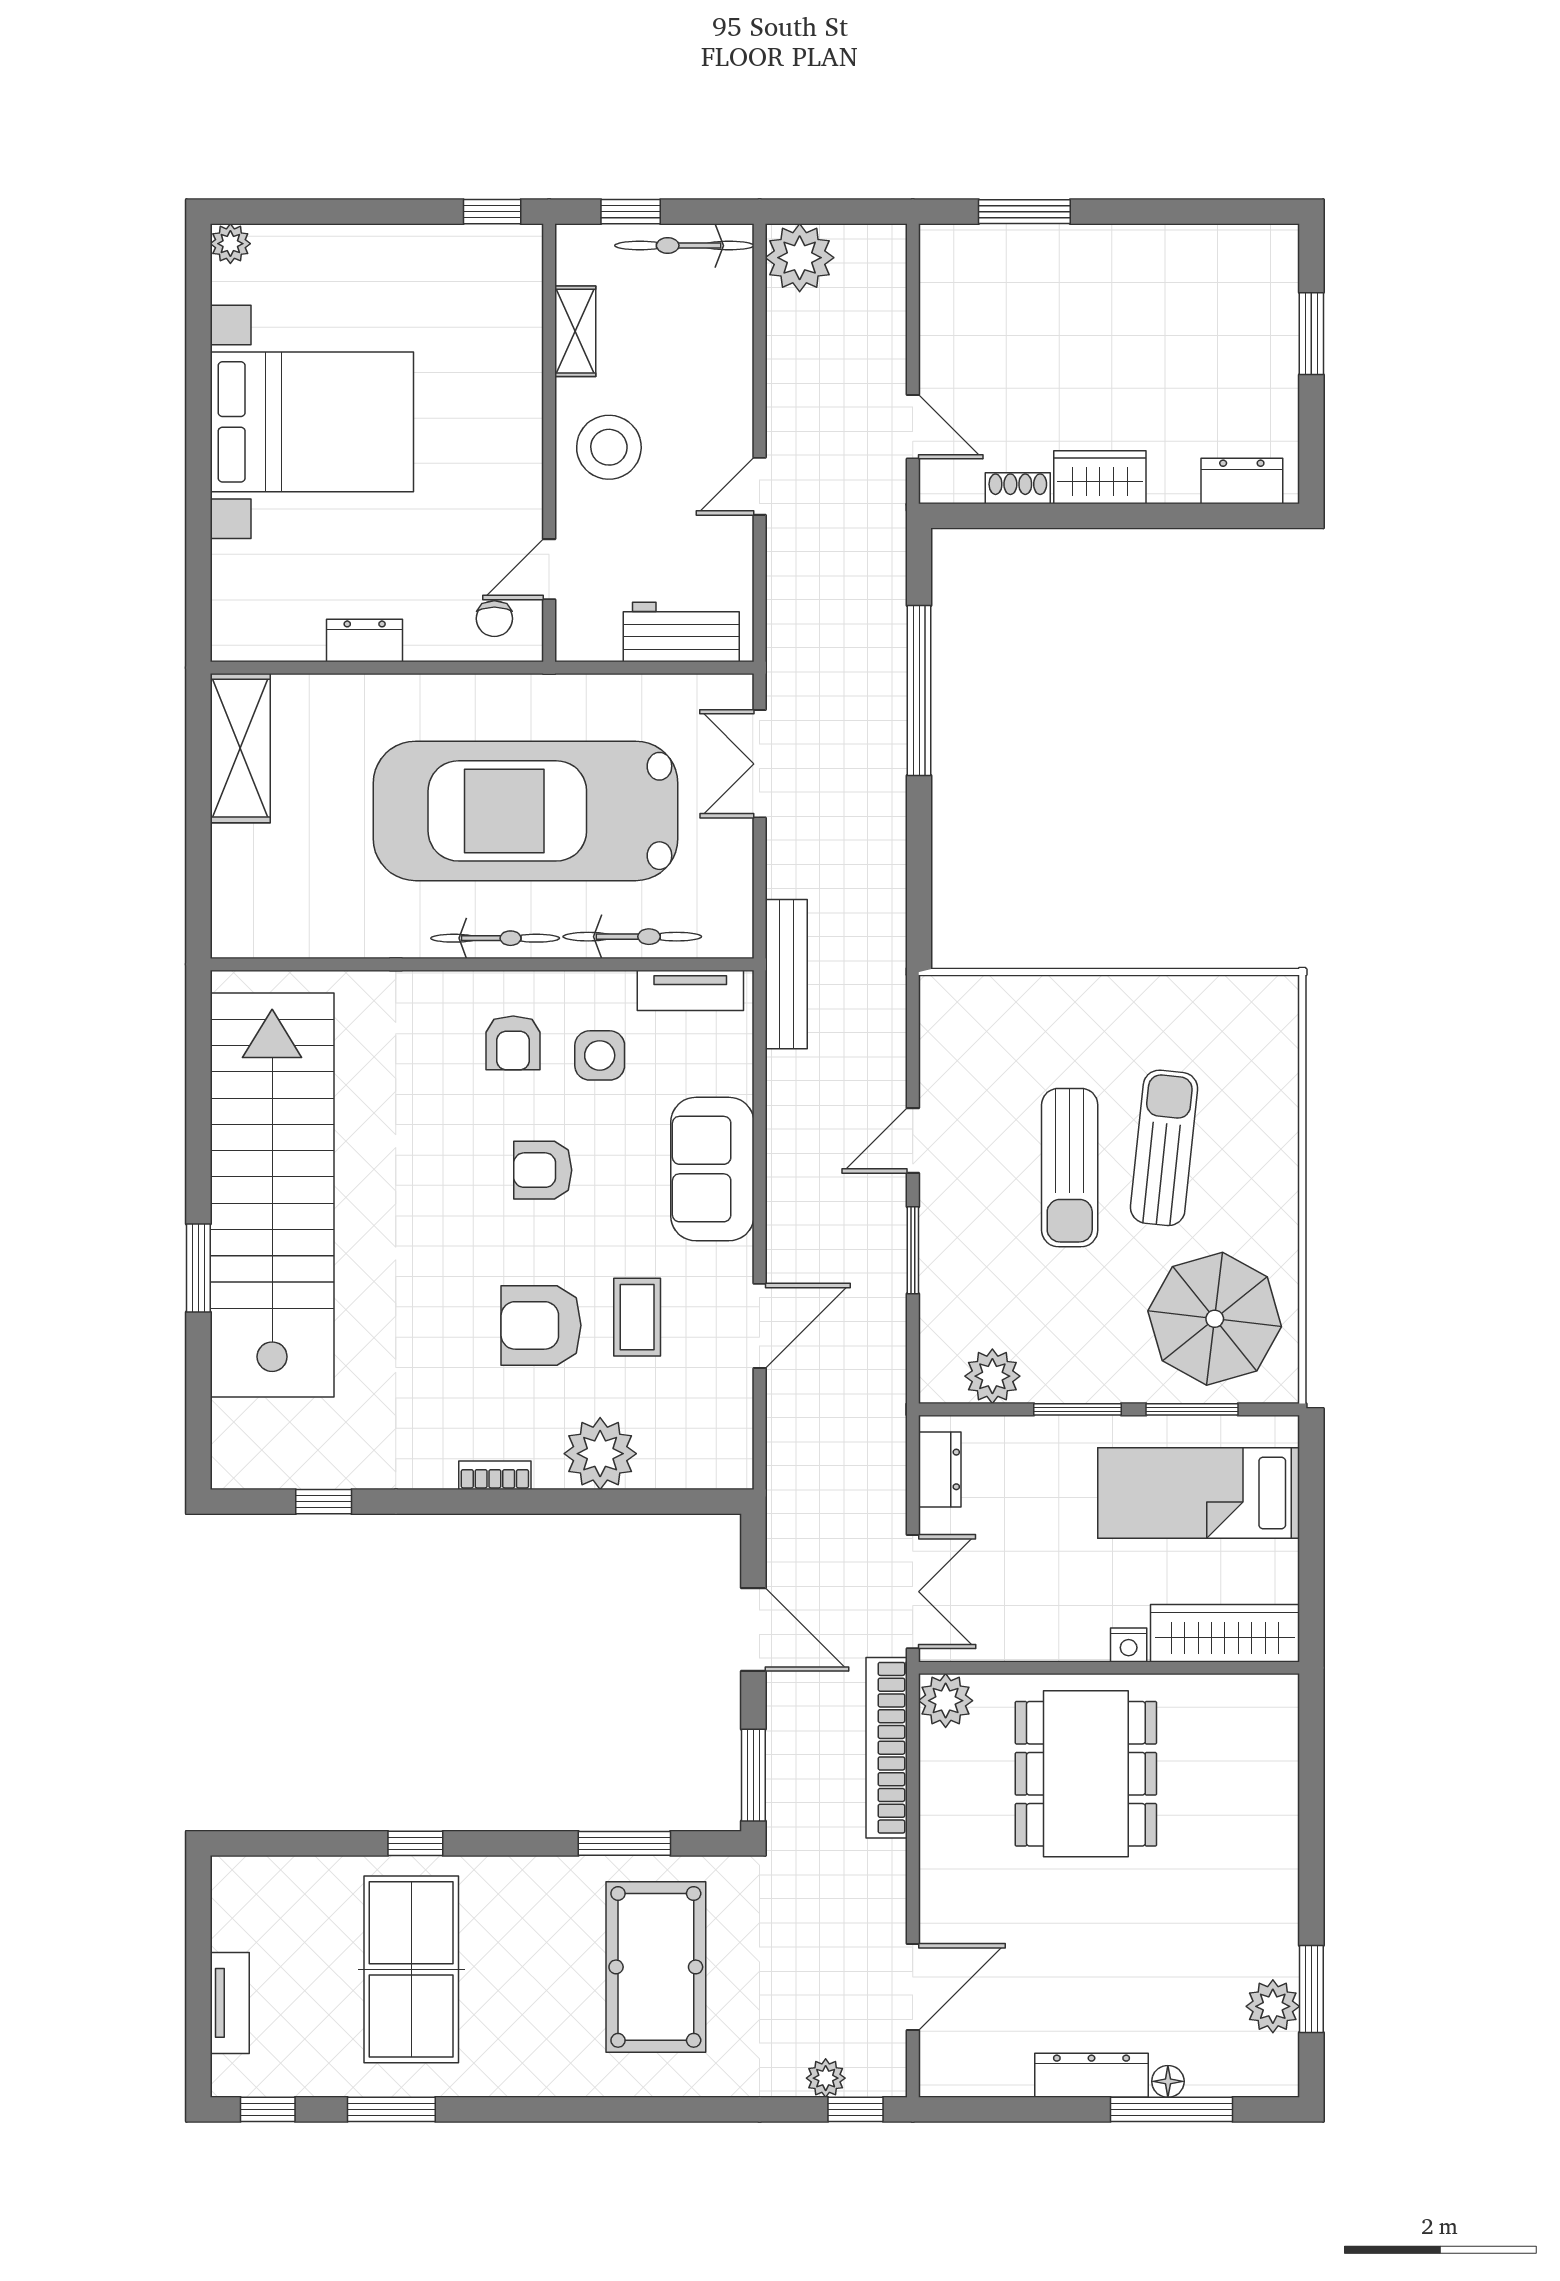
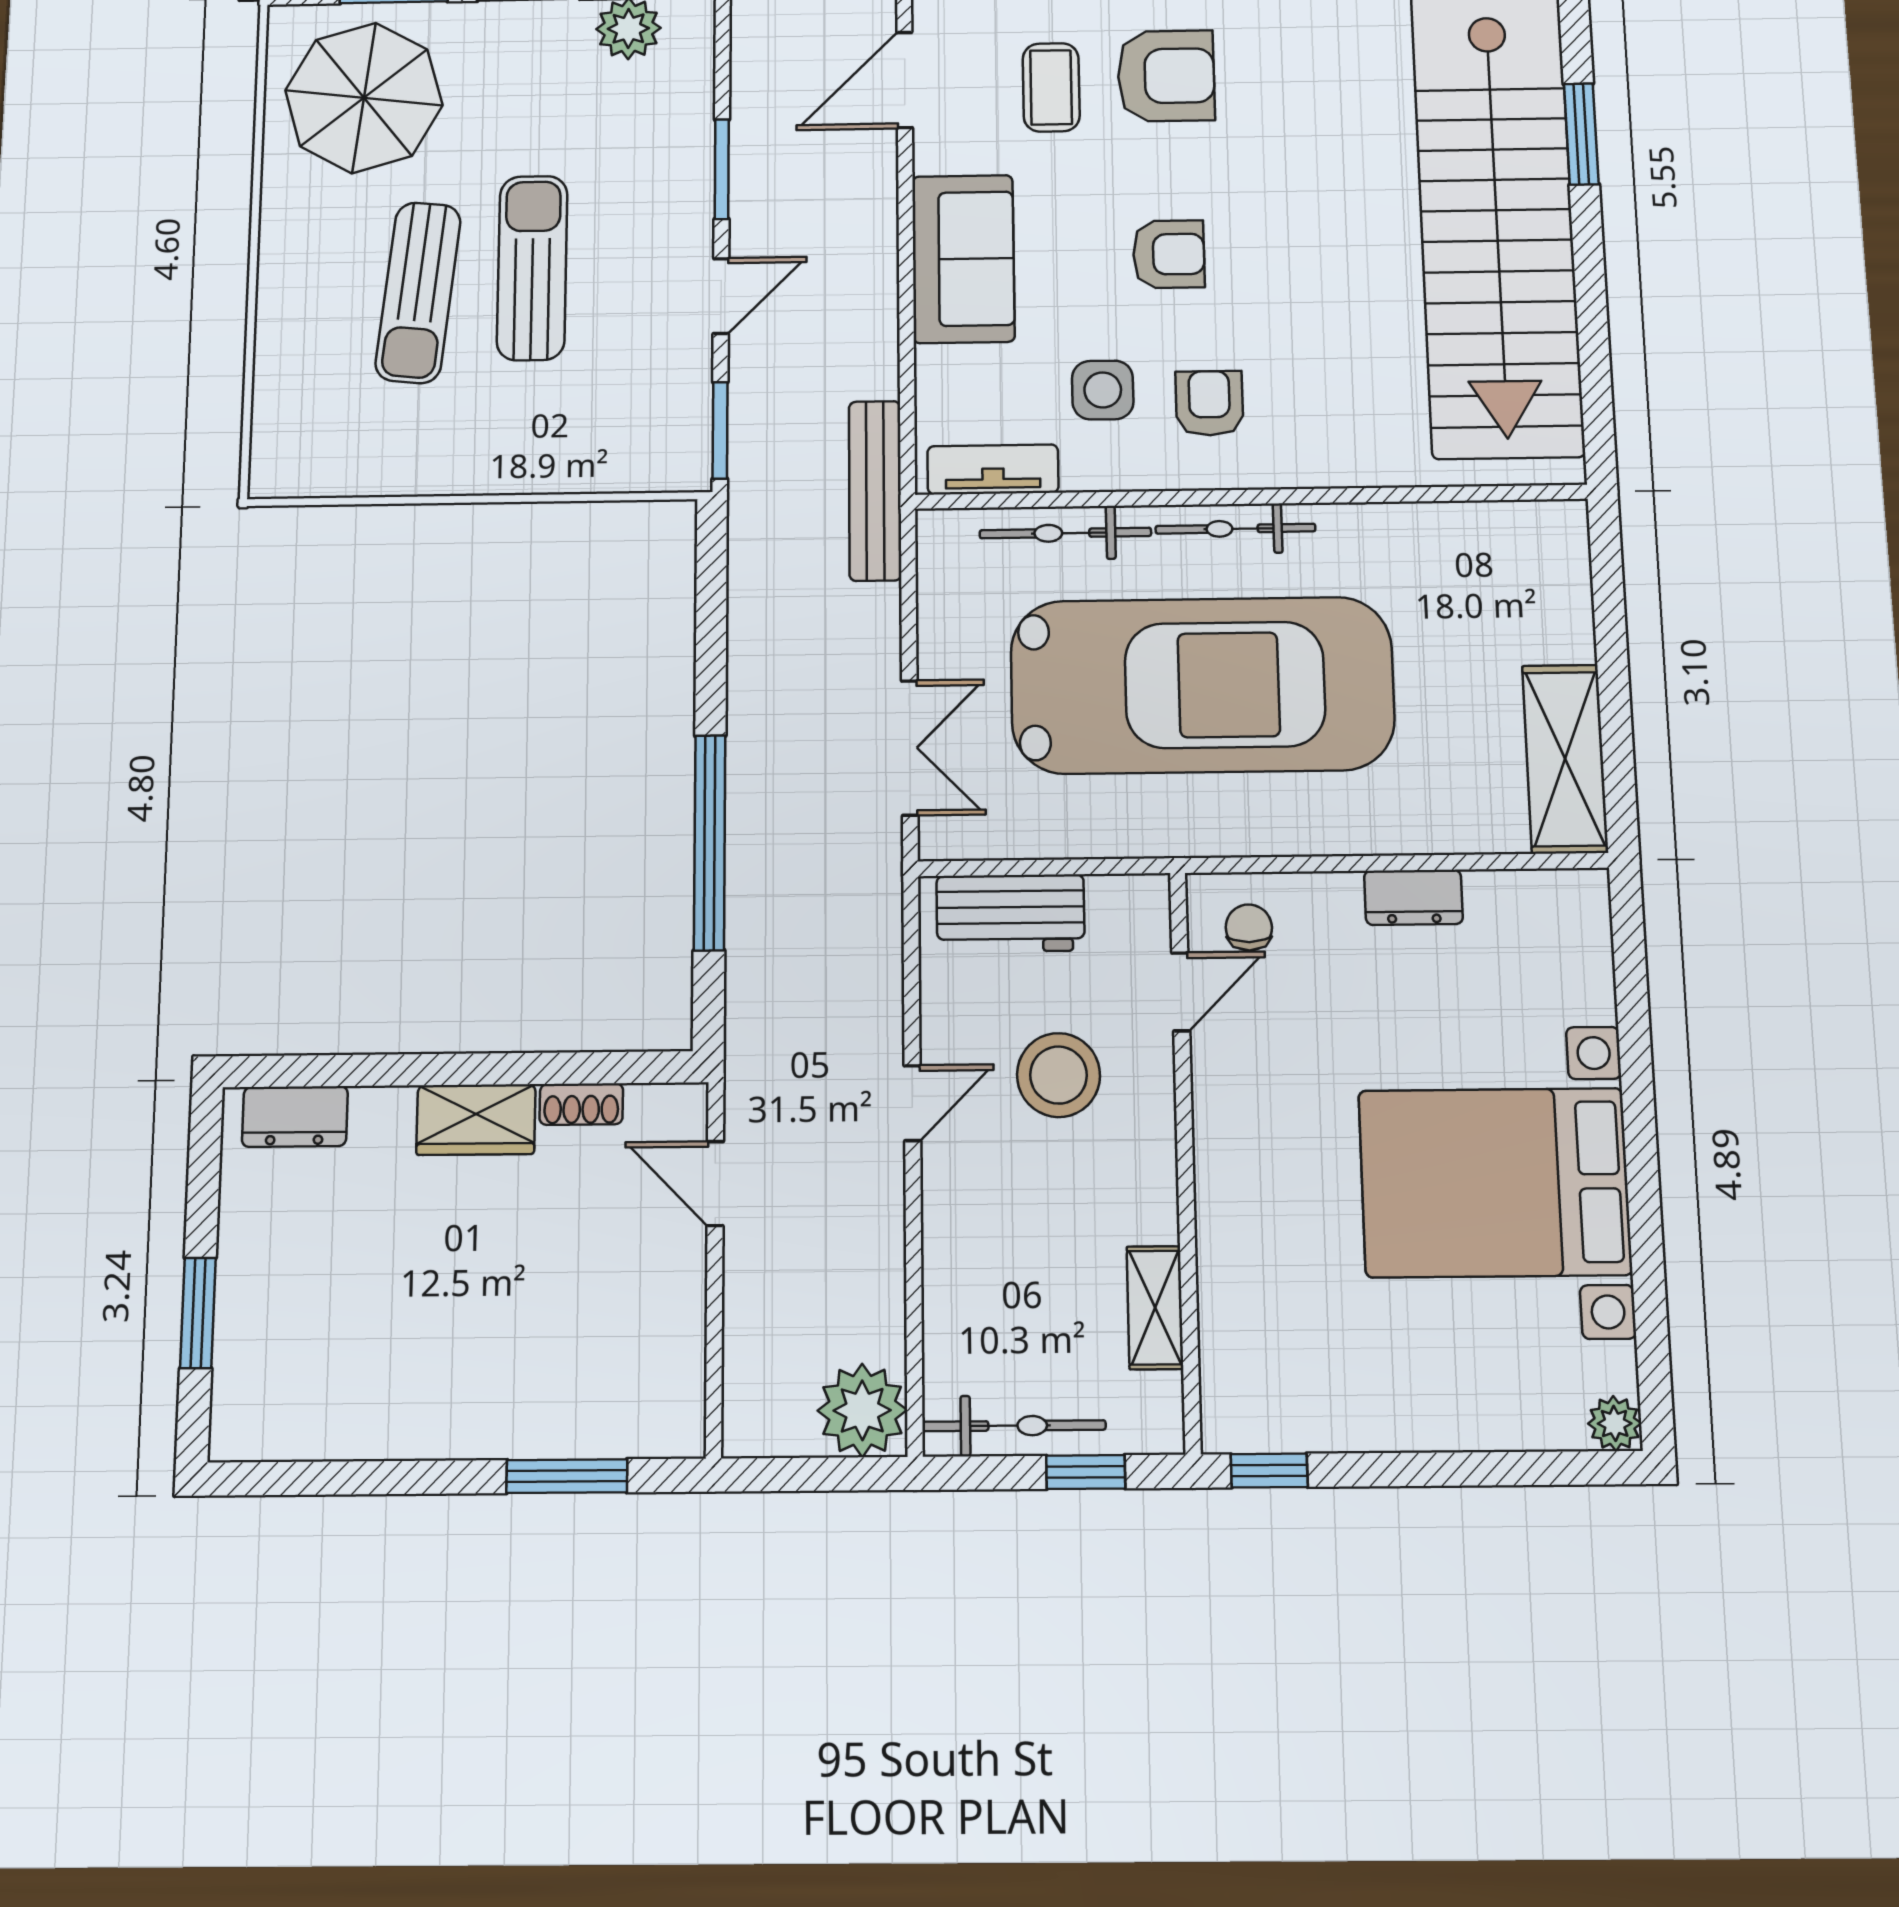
stool: (609, 447) -> (1059, 1075), moved
window: (913, 1027) -> (720, 430), added

